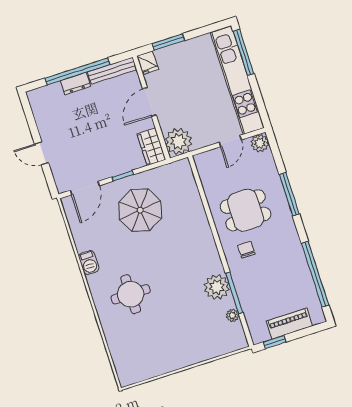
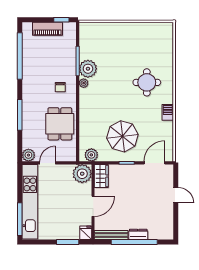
plant: (174, 171) -> (91, 155), added
dining table: (246, 210) -> (60, 124), moved, turned 90
plant: (233, 315) -> (84, 83), moved

